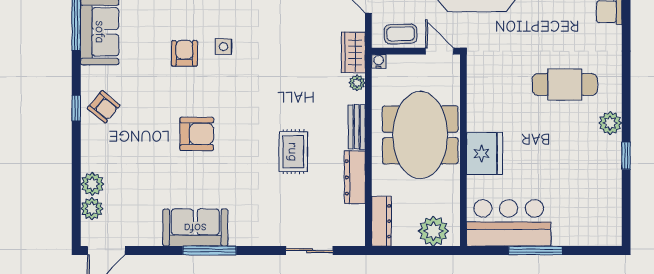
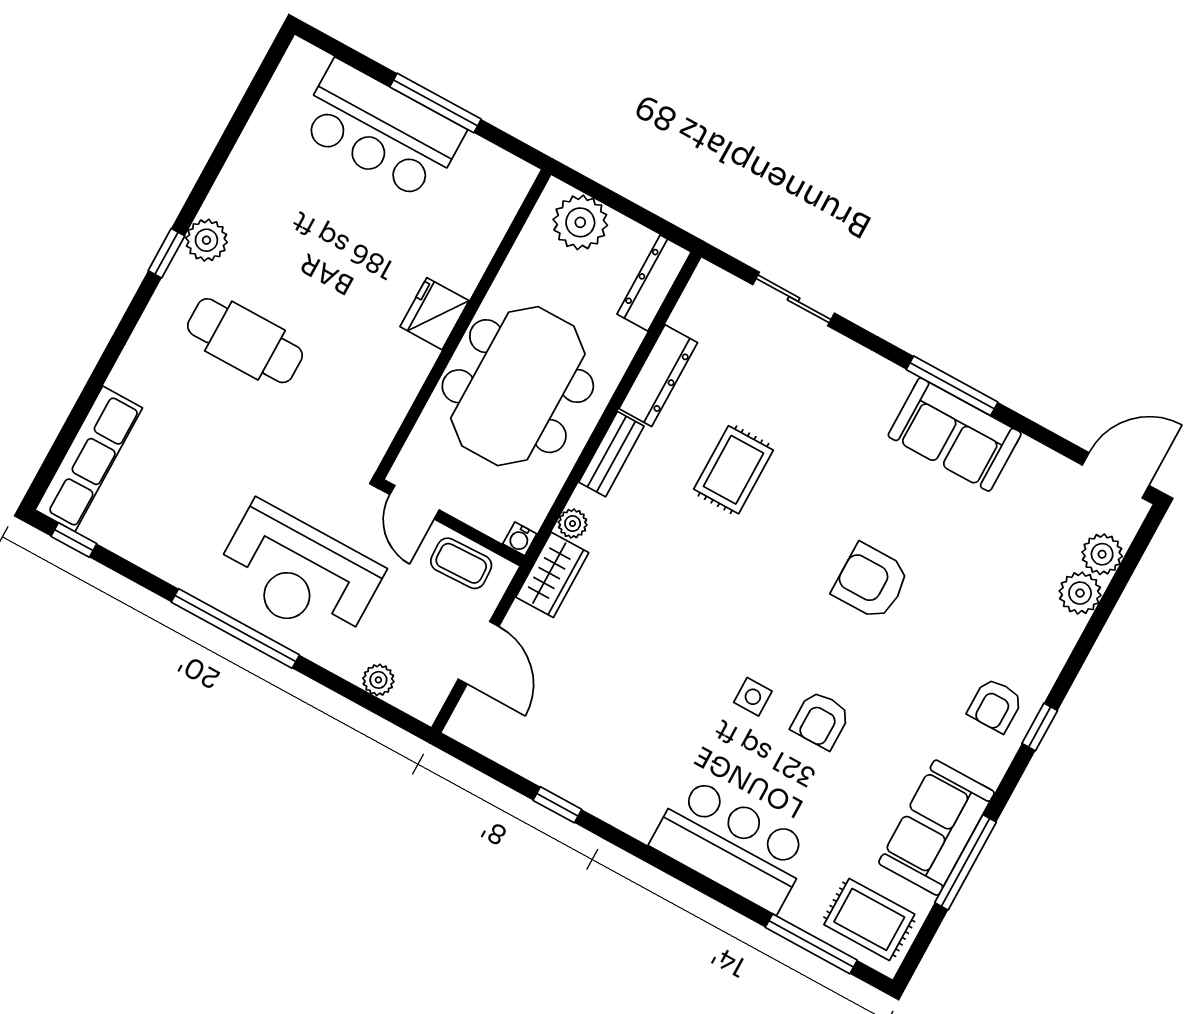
armchair: (104, 107) -> (995, 705), turned -130
fridge: (484, 154) -> (434, 314), width x0.73, depth x0.75
window: (626, 156) -> (166, 253), moved
bar counter: (509, 223) -> (381, 130), moved

